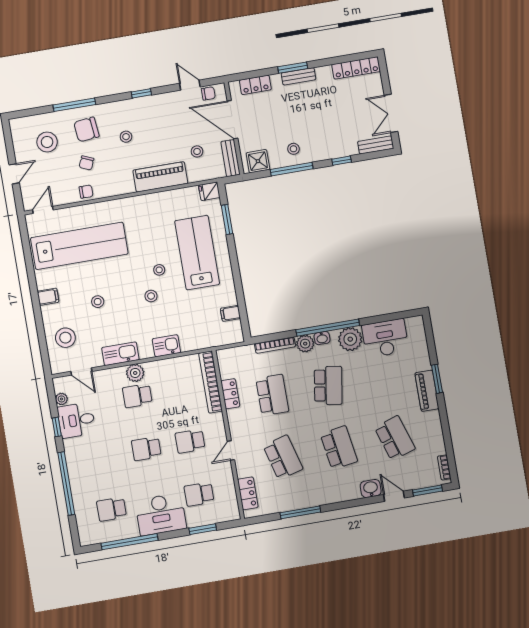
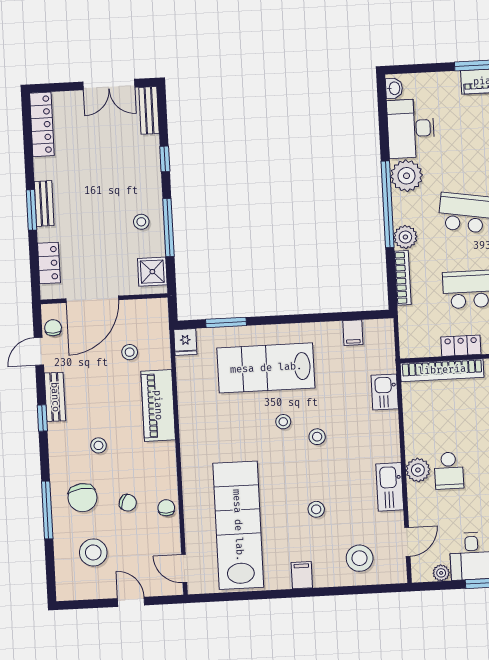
bench: (231, 158) -> (55, 397), moved, turned 90
washbasin: (322, 338) -> (394, 88), moved
kitchen sink: (166, 346) -> (385, 392), moved

